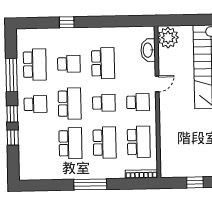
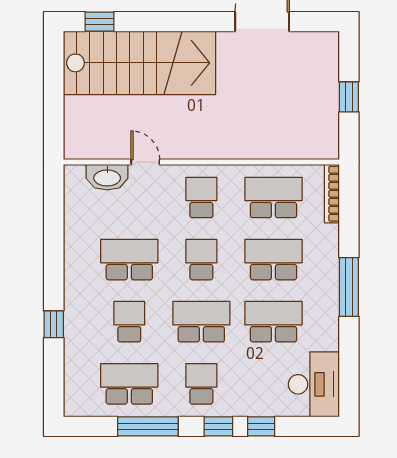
plant: (168, 38) -> (85, 141), removed
door: (157, 84) -> (145, 162), moved
desk: (36, 166) -> (314, 384), added

